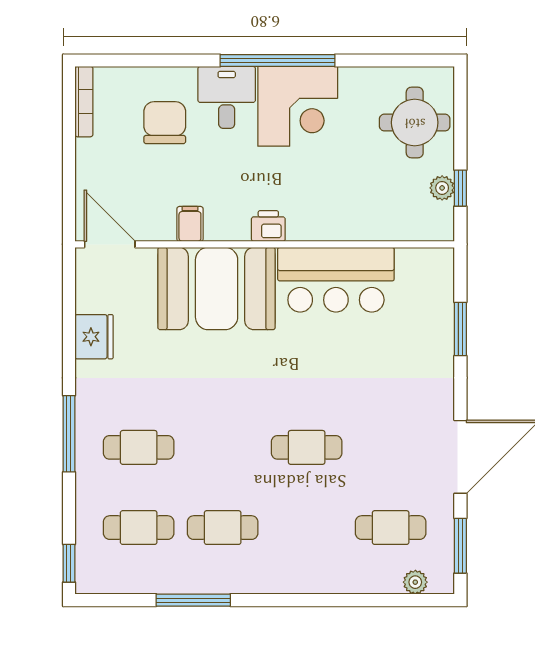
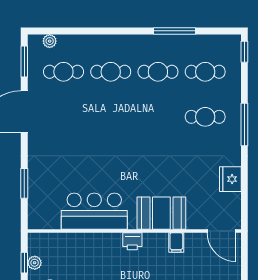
booth: (217, 288) -> (161, 213), width x0.73, depth x0.70
cafe table: (307, 447) -> (111, 72), moved

